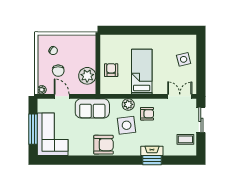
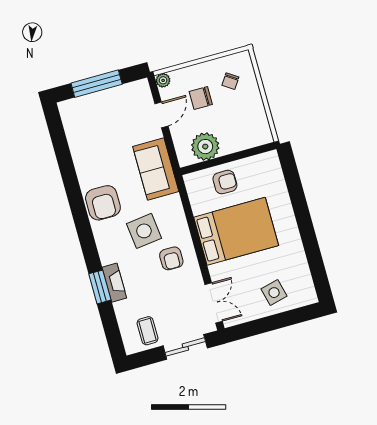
bed: (142, 72) -> (236, 231), width x1.50
plant: (128, 104) -> (178, 224), removed
corner sofa: (53, 134) -> (97, 117), removed

